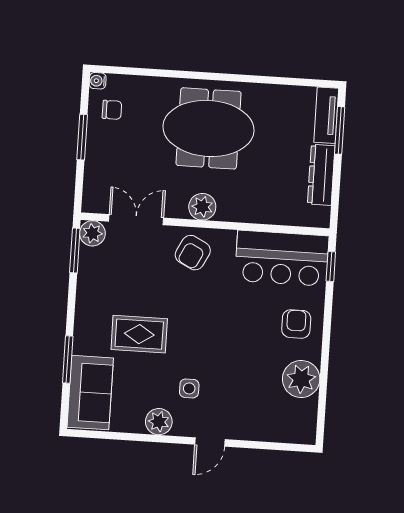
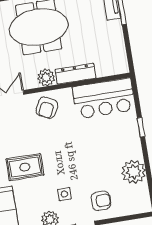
dresser: (321, 175) -> (75, 74), moved, turned 90
window: (331, 267) -> (141, 127), moved
armchair: (296, 324) -> (101, 201), moved, turned 90

